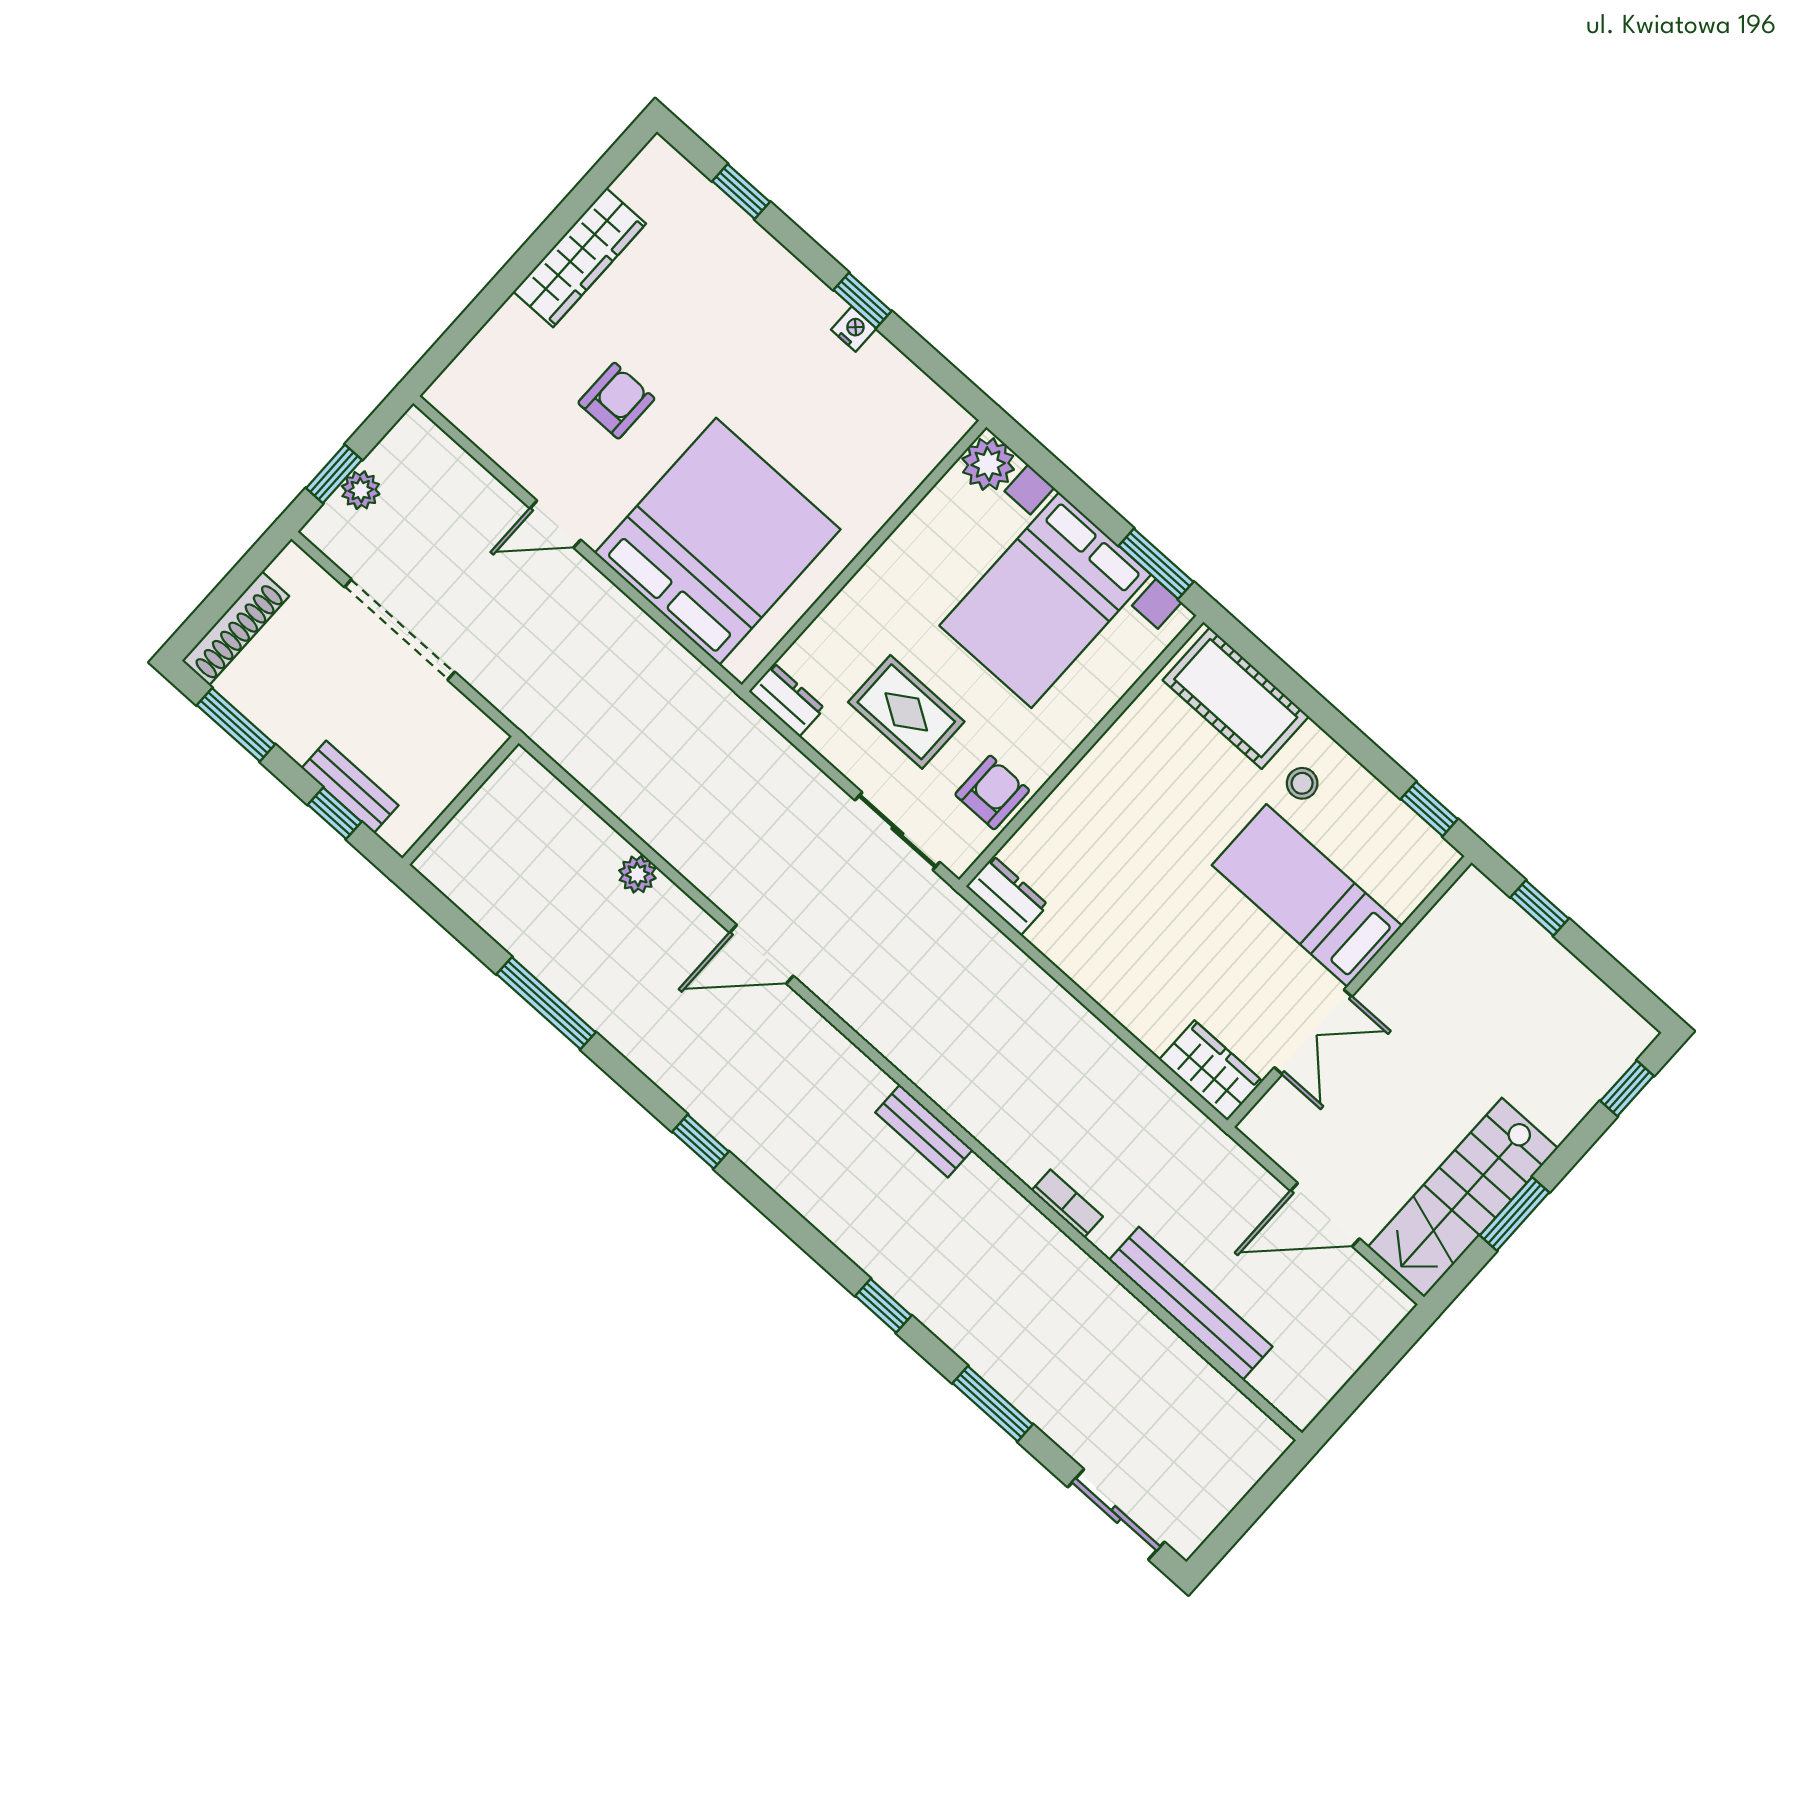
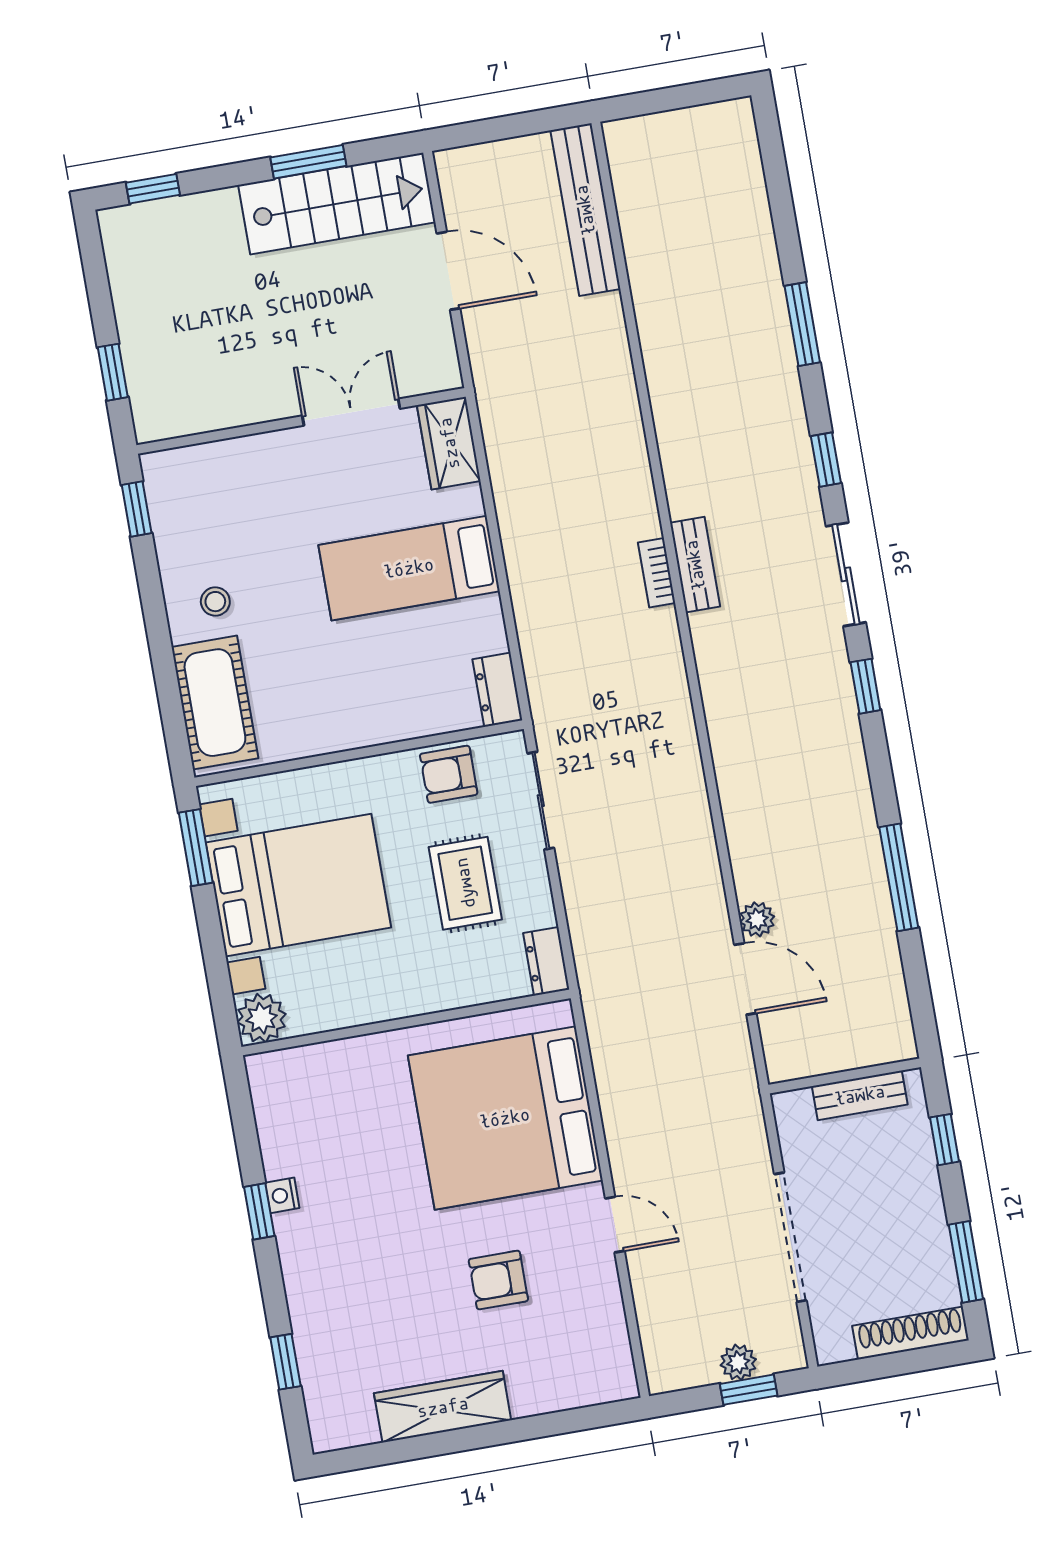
bench: (350, 787) -> (860, 1095), moved, turned 90
bed: (1307, 895) -> (409, 568), moved, turned 90
door: (761, 954) -> (745, 979), moved
bookcase: (1067, 1203) -> (657, 573), moved
bench: (1191, 1303) -> (585, 210), moved
sliding door: (1116, 1514) -> (846, 574), moved

